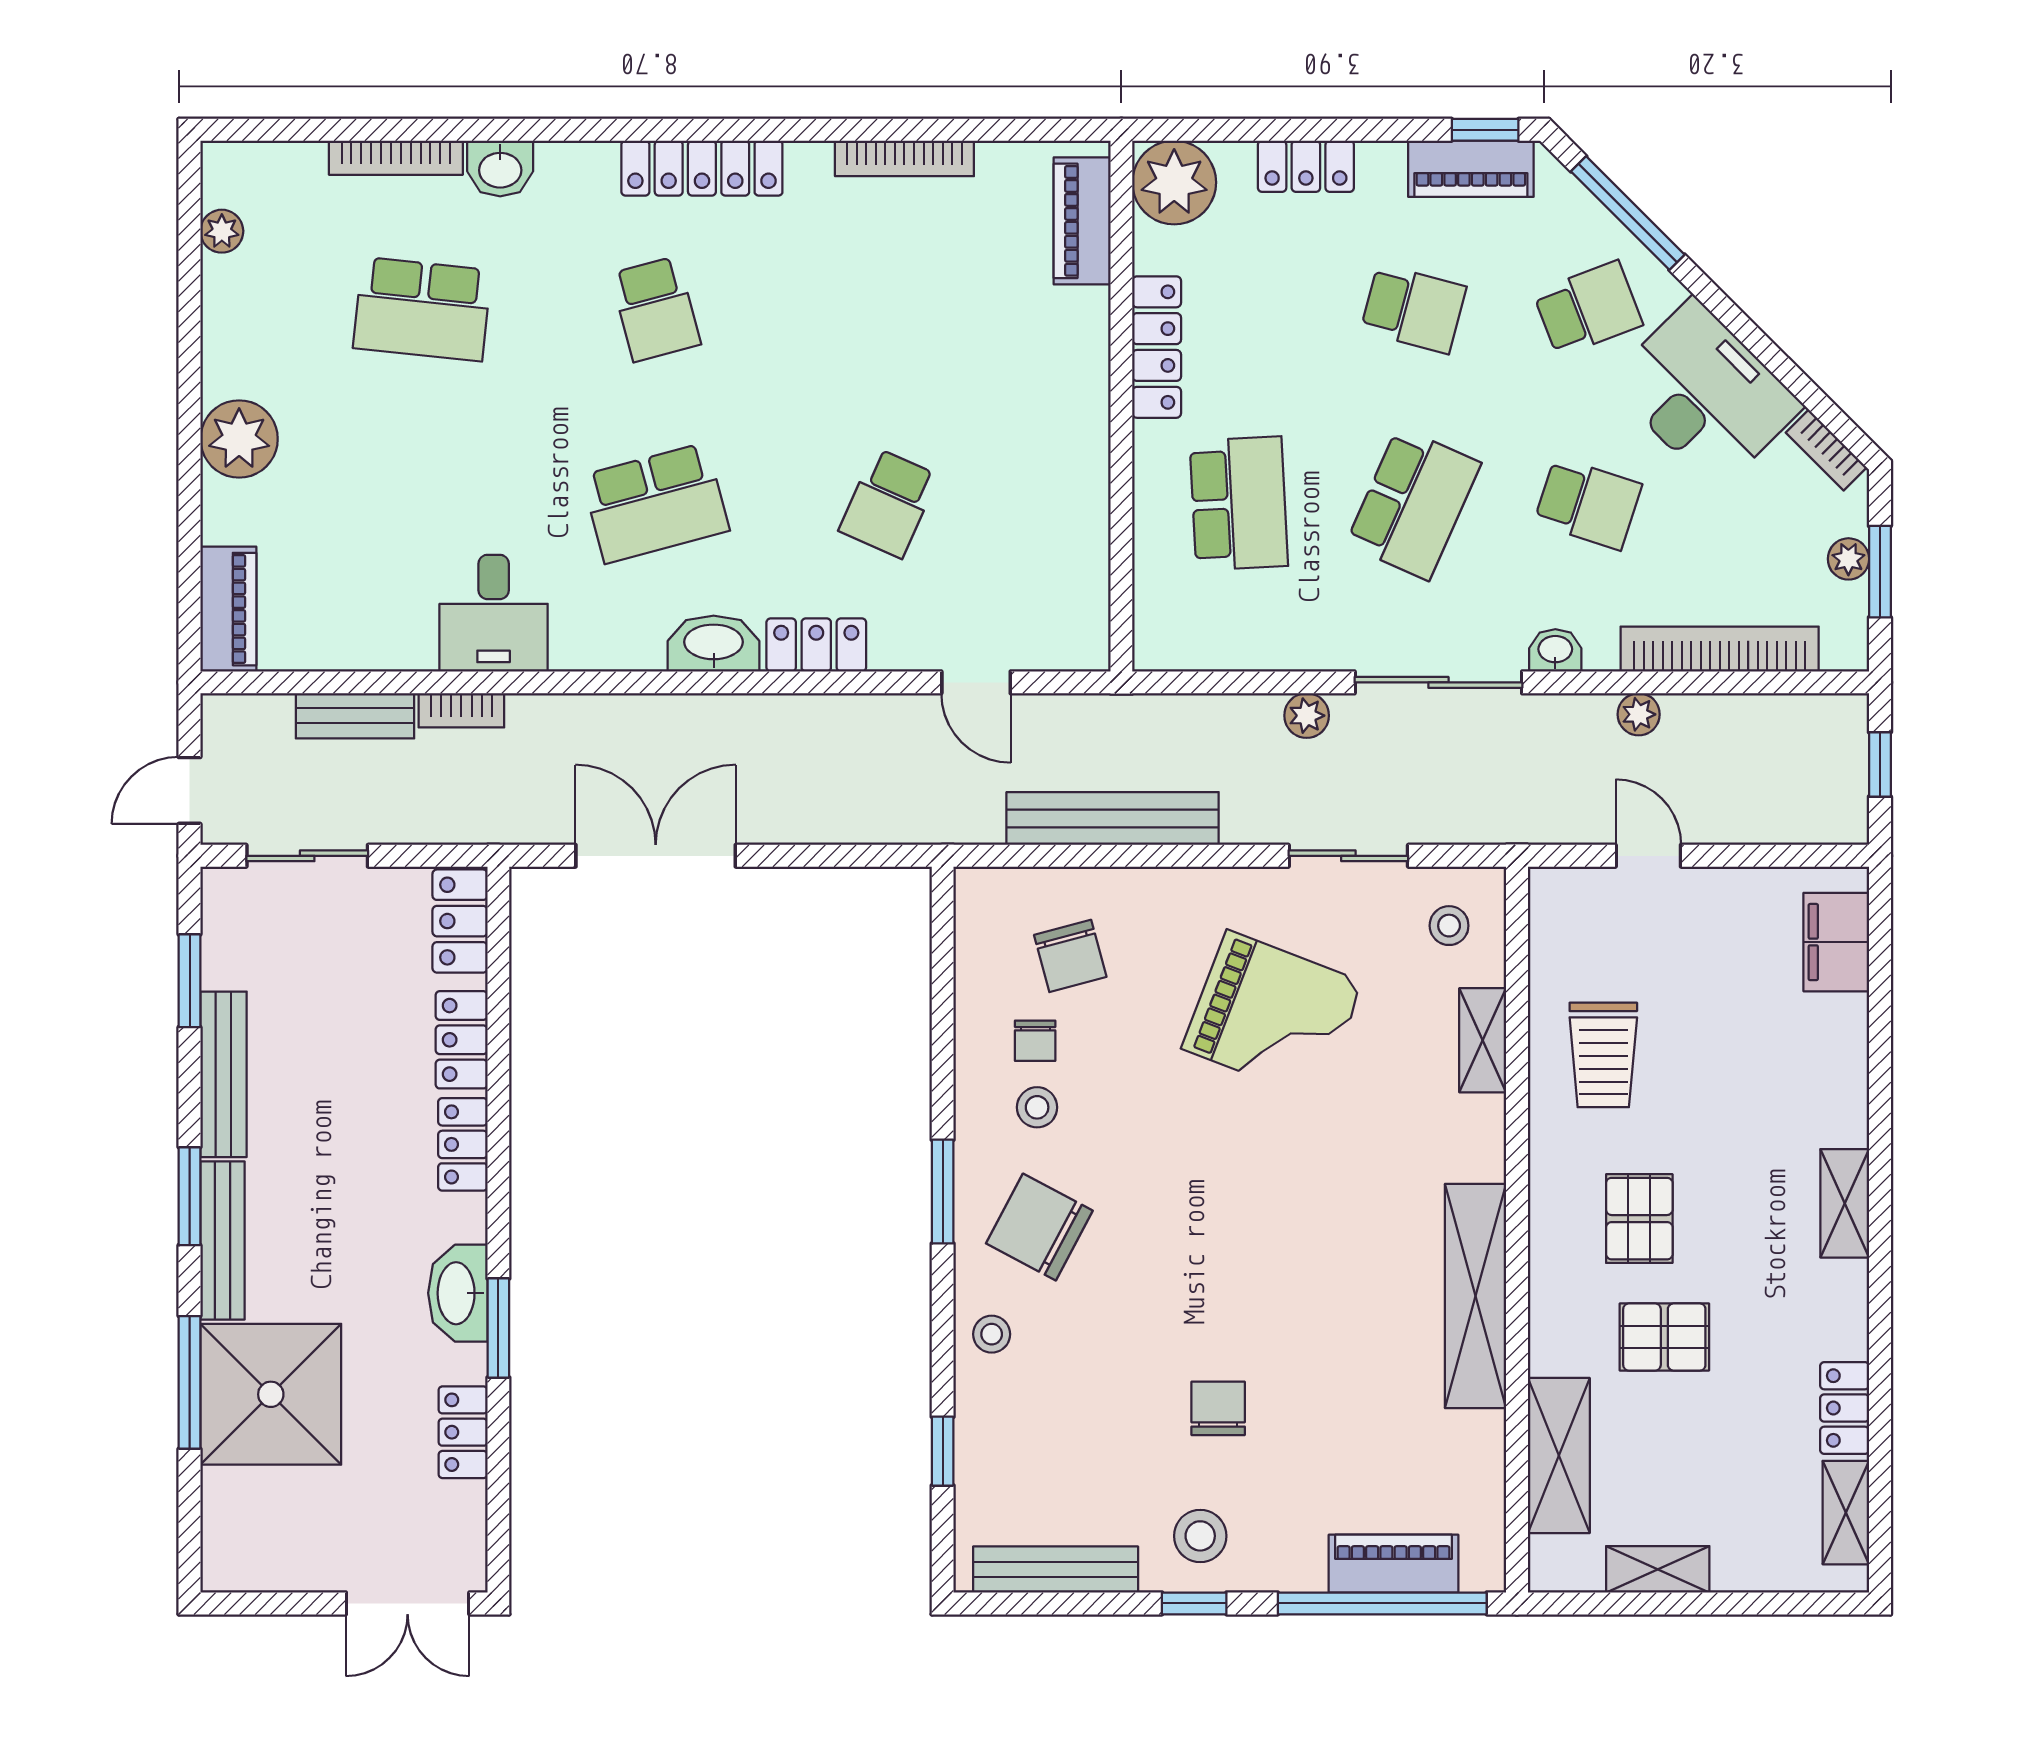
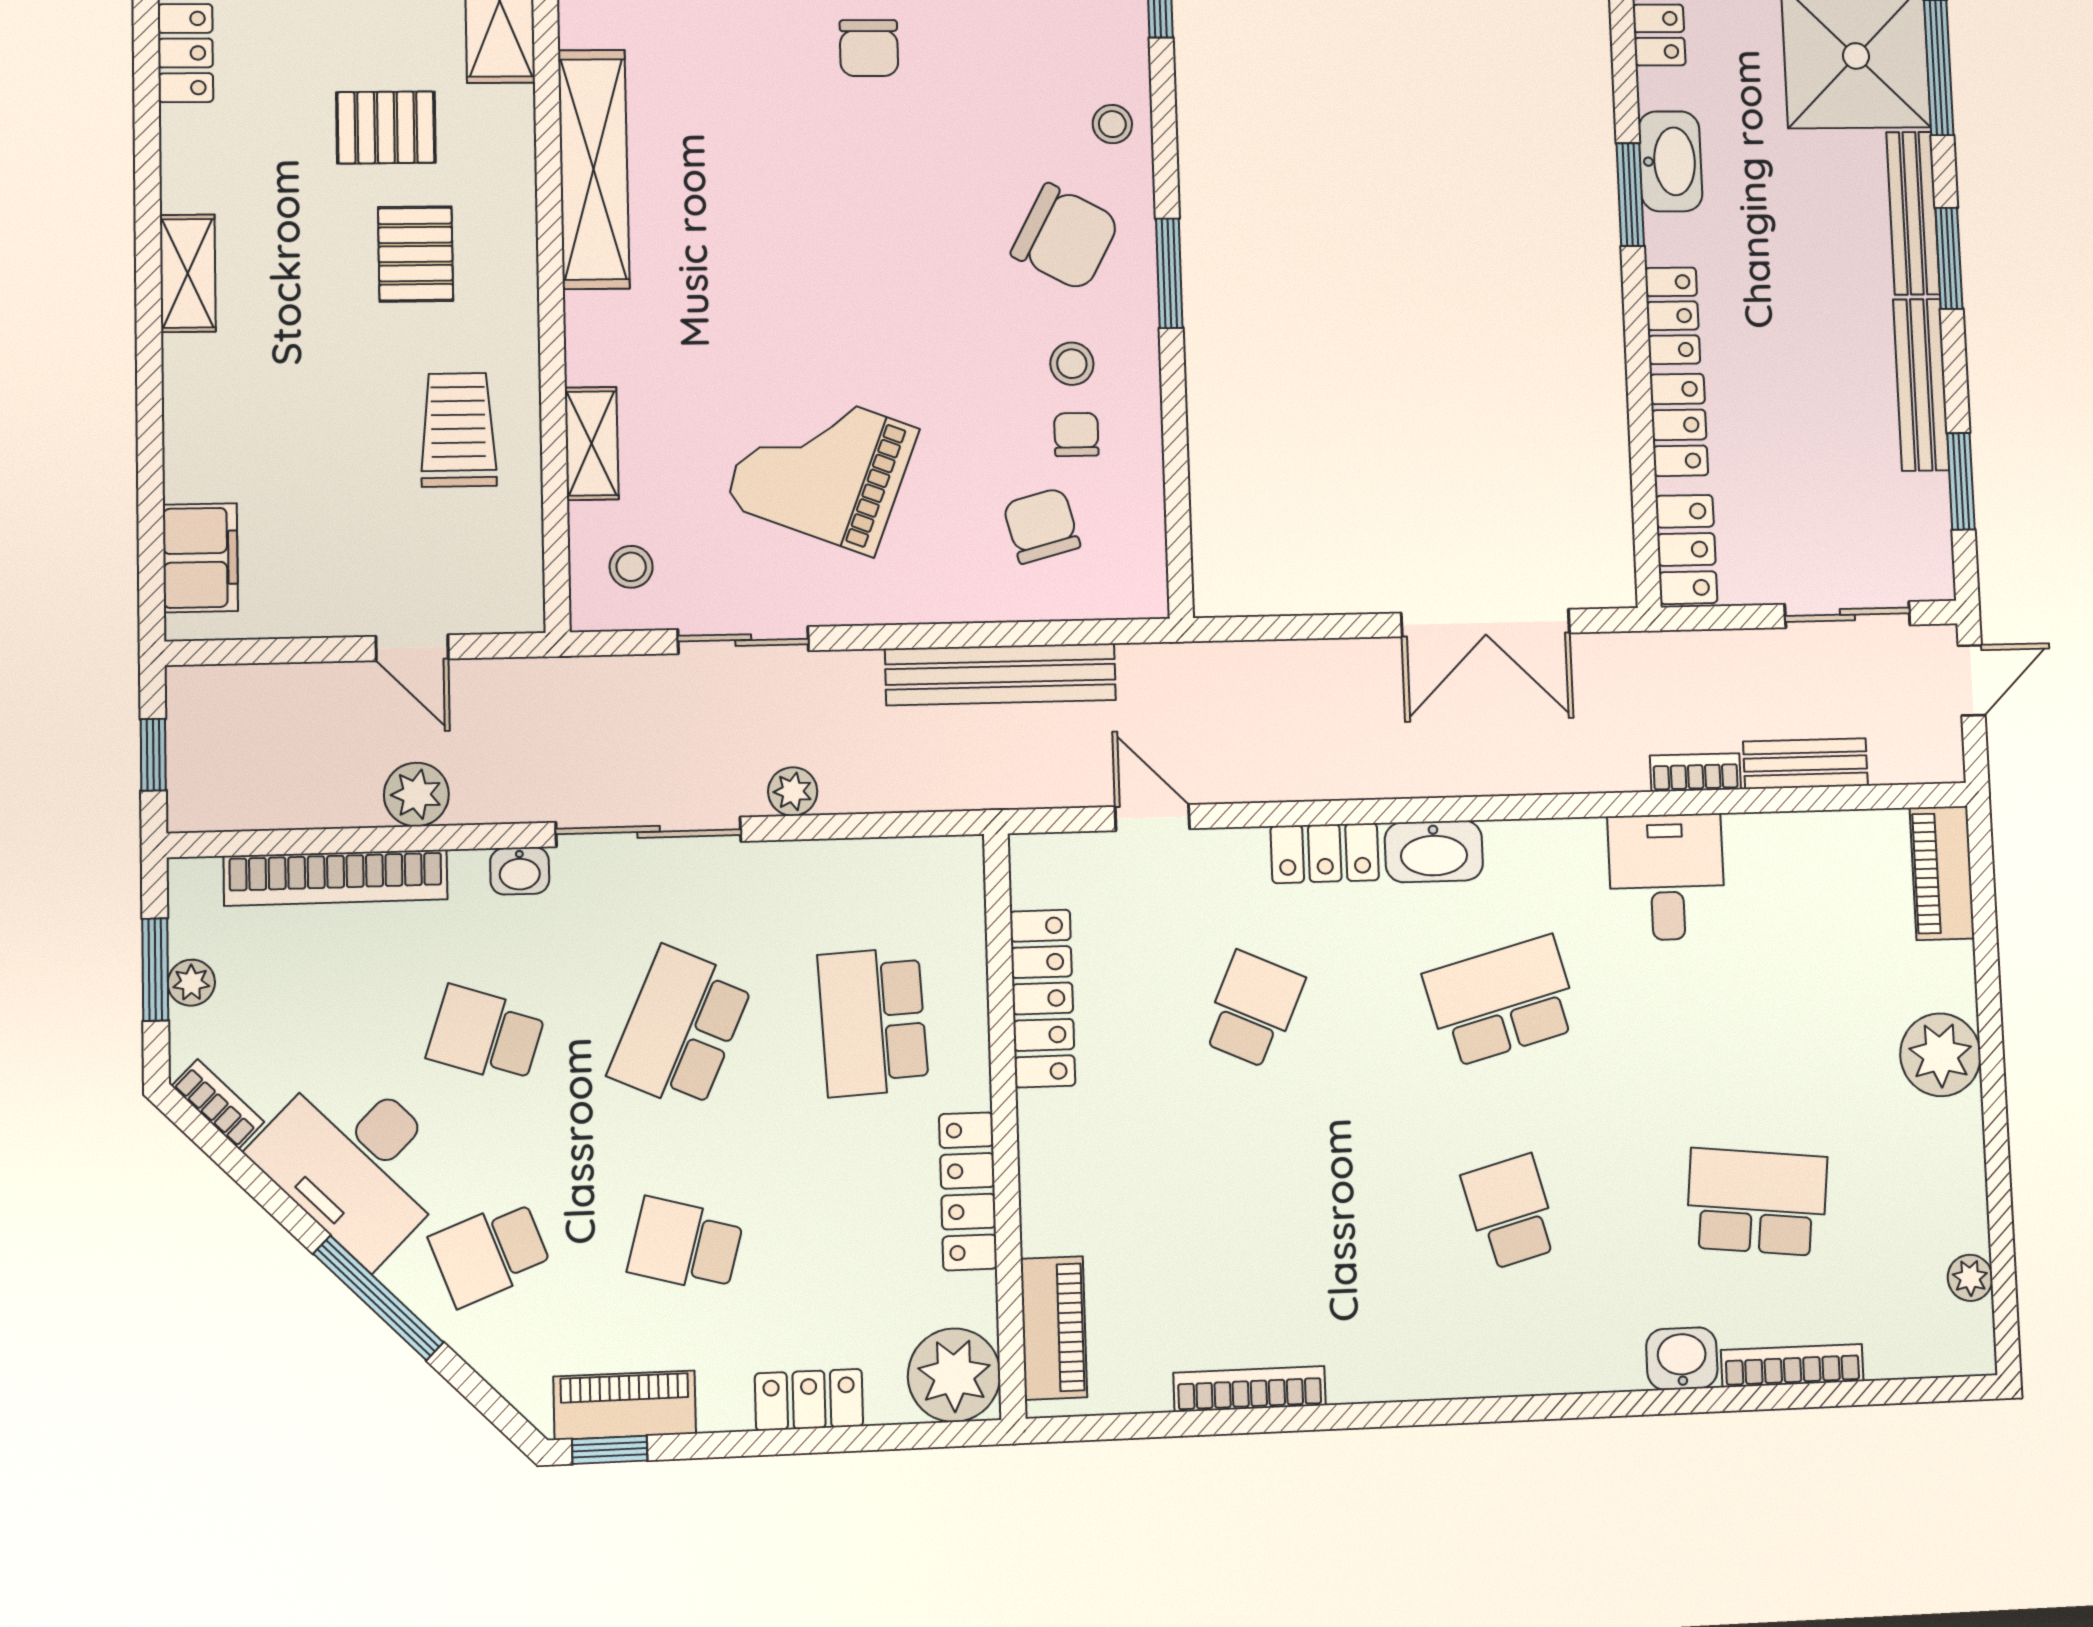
locker: (702, 168) -> (1043, 998), moved, turned 90
window: (1628, 213) -> (378, 1298), moved
plant: (1639, 714) -> (416, 794), width x1.38, depth x1.38
window: (498, 1328) -> (1630, 195), moved

